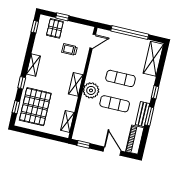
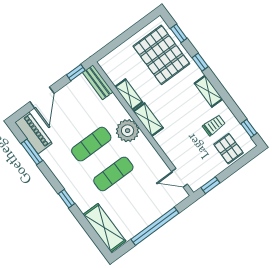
window: (62, 17) -> (210, 185), moved
door: (93, 41) -> (180, 178), hinge flipped
trolley: (70, 50) -> (214, 125), moved
bench: (142, 114) -> (98, 82), moved
window: (149, 116) -> (32, 152), moved
shelving: (67, 121) -> (129, 94), moved
door: (112, 151) -> (42, 98), hinge flipped

